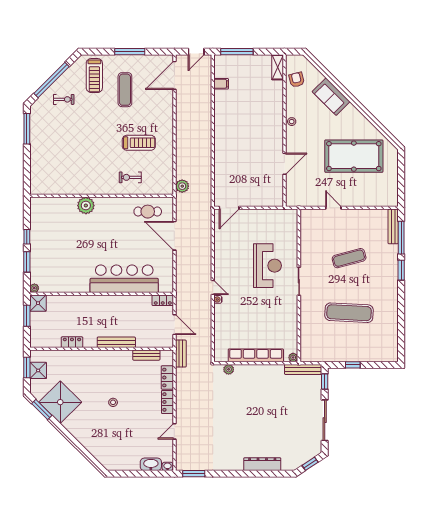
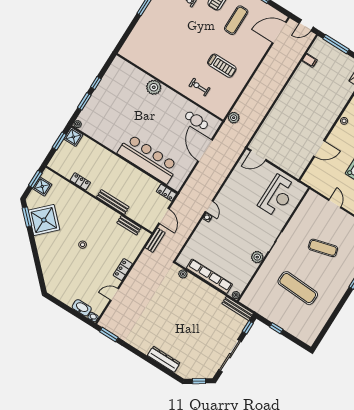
reception desk: (267, 266) -> (277, 196), moved
plant: (291, 307) -> (257, 257), added
locker: (167, 378) -> (134, 252), removed

